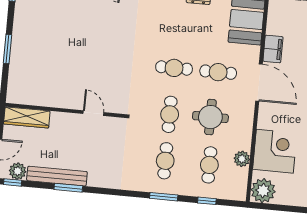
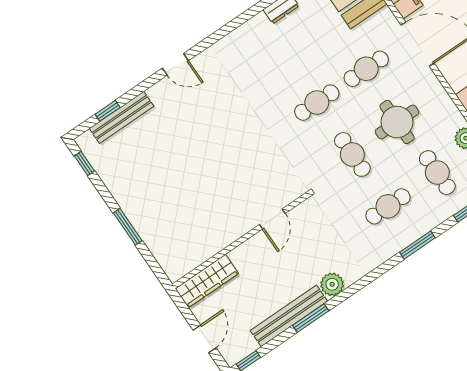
door: (93, 113) -> (272, 219), swing flipped
cafe table: (165, 161) -> (388, 206), turned 90
plant: (18, 171) -> (332, 284), moved

